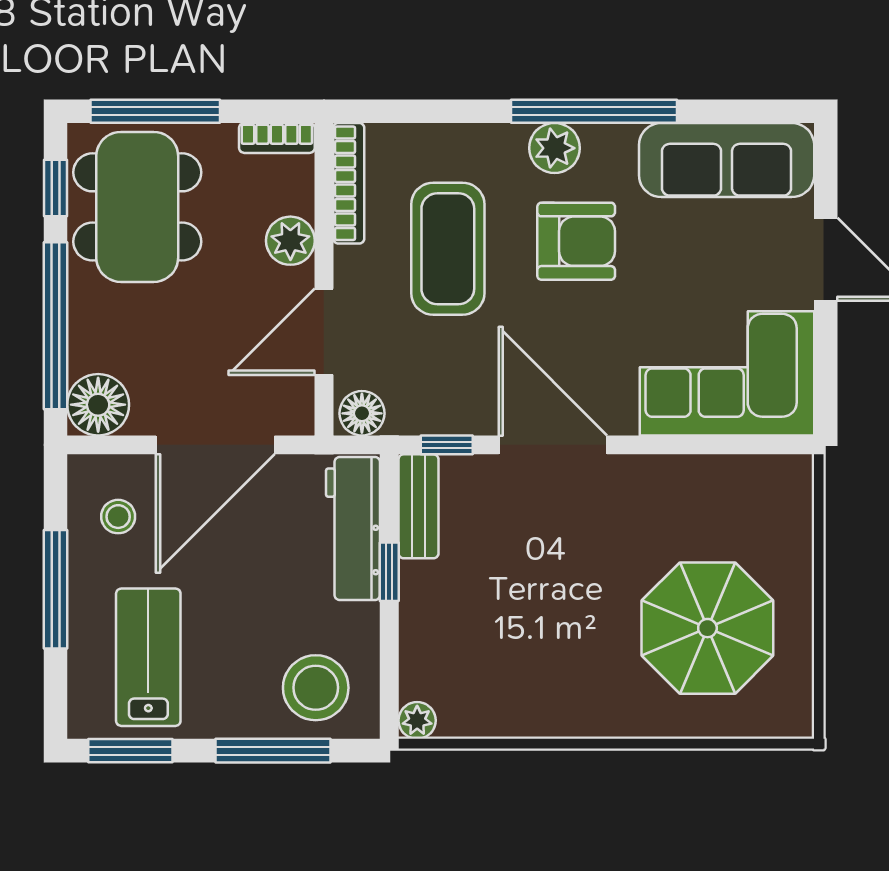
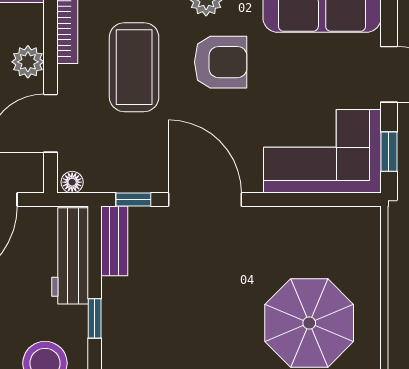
window: (826, 374) -> (389, 152), added
floor lamp: (362, 413) -> (72, 182), width x0.73, depth x0.73
window: (389, 572) -> (95, 318), moved

